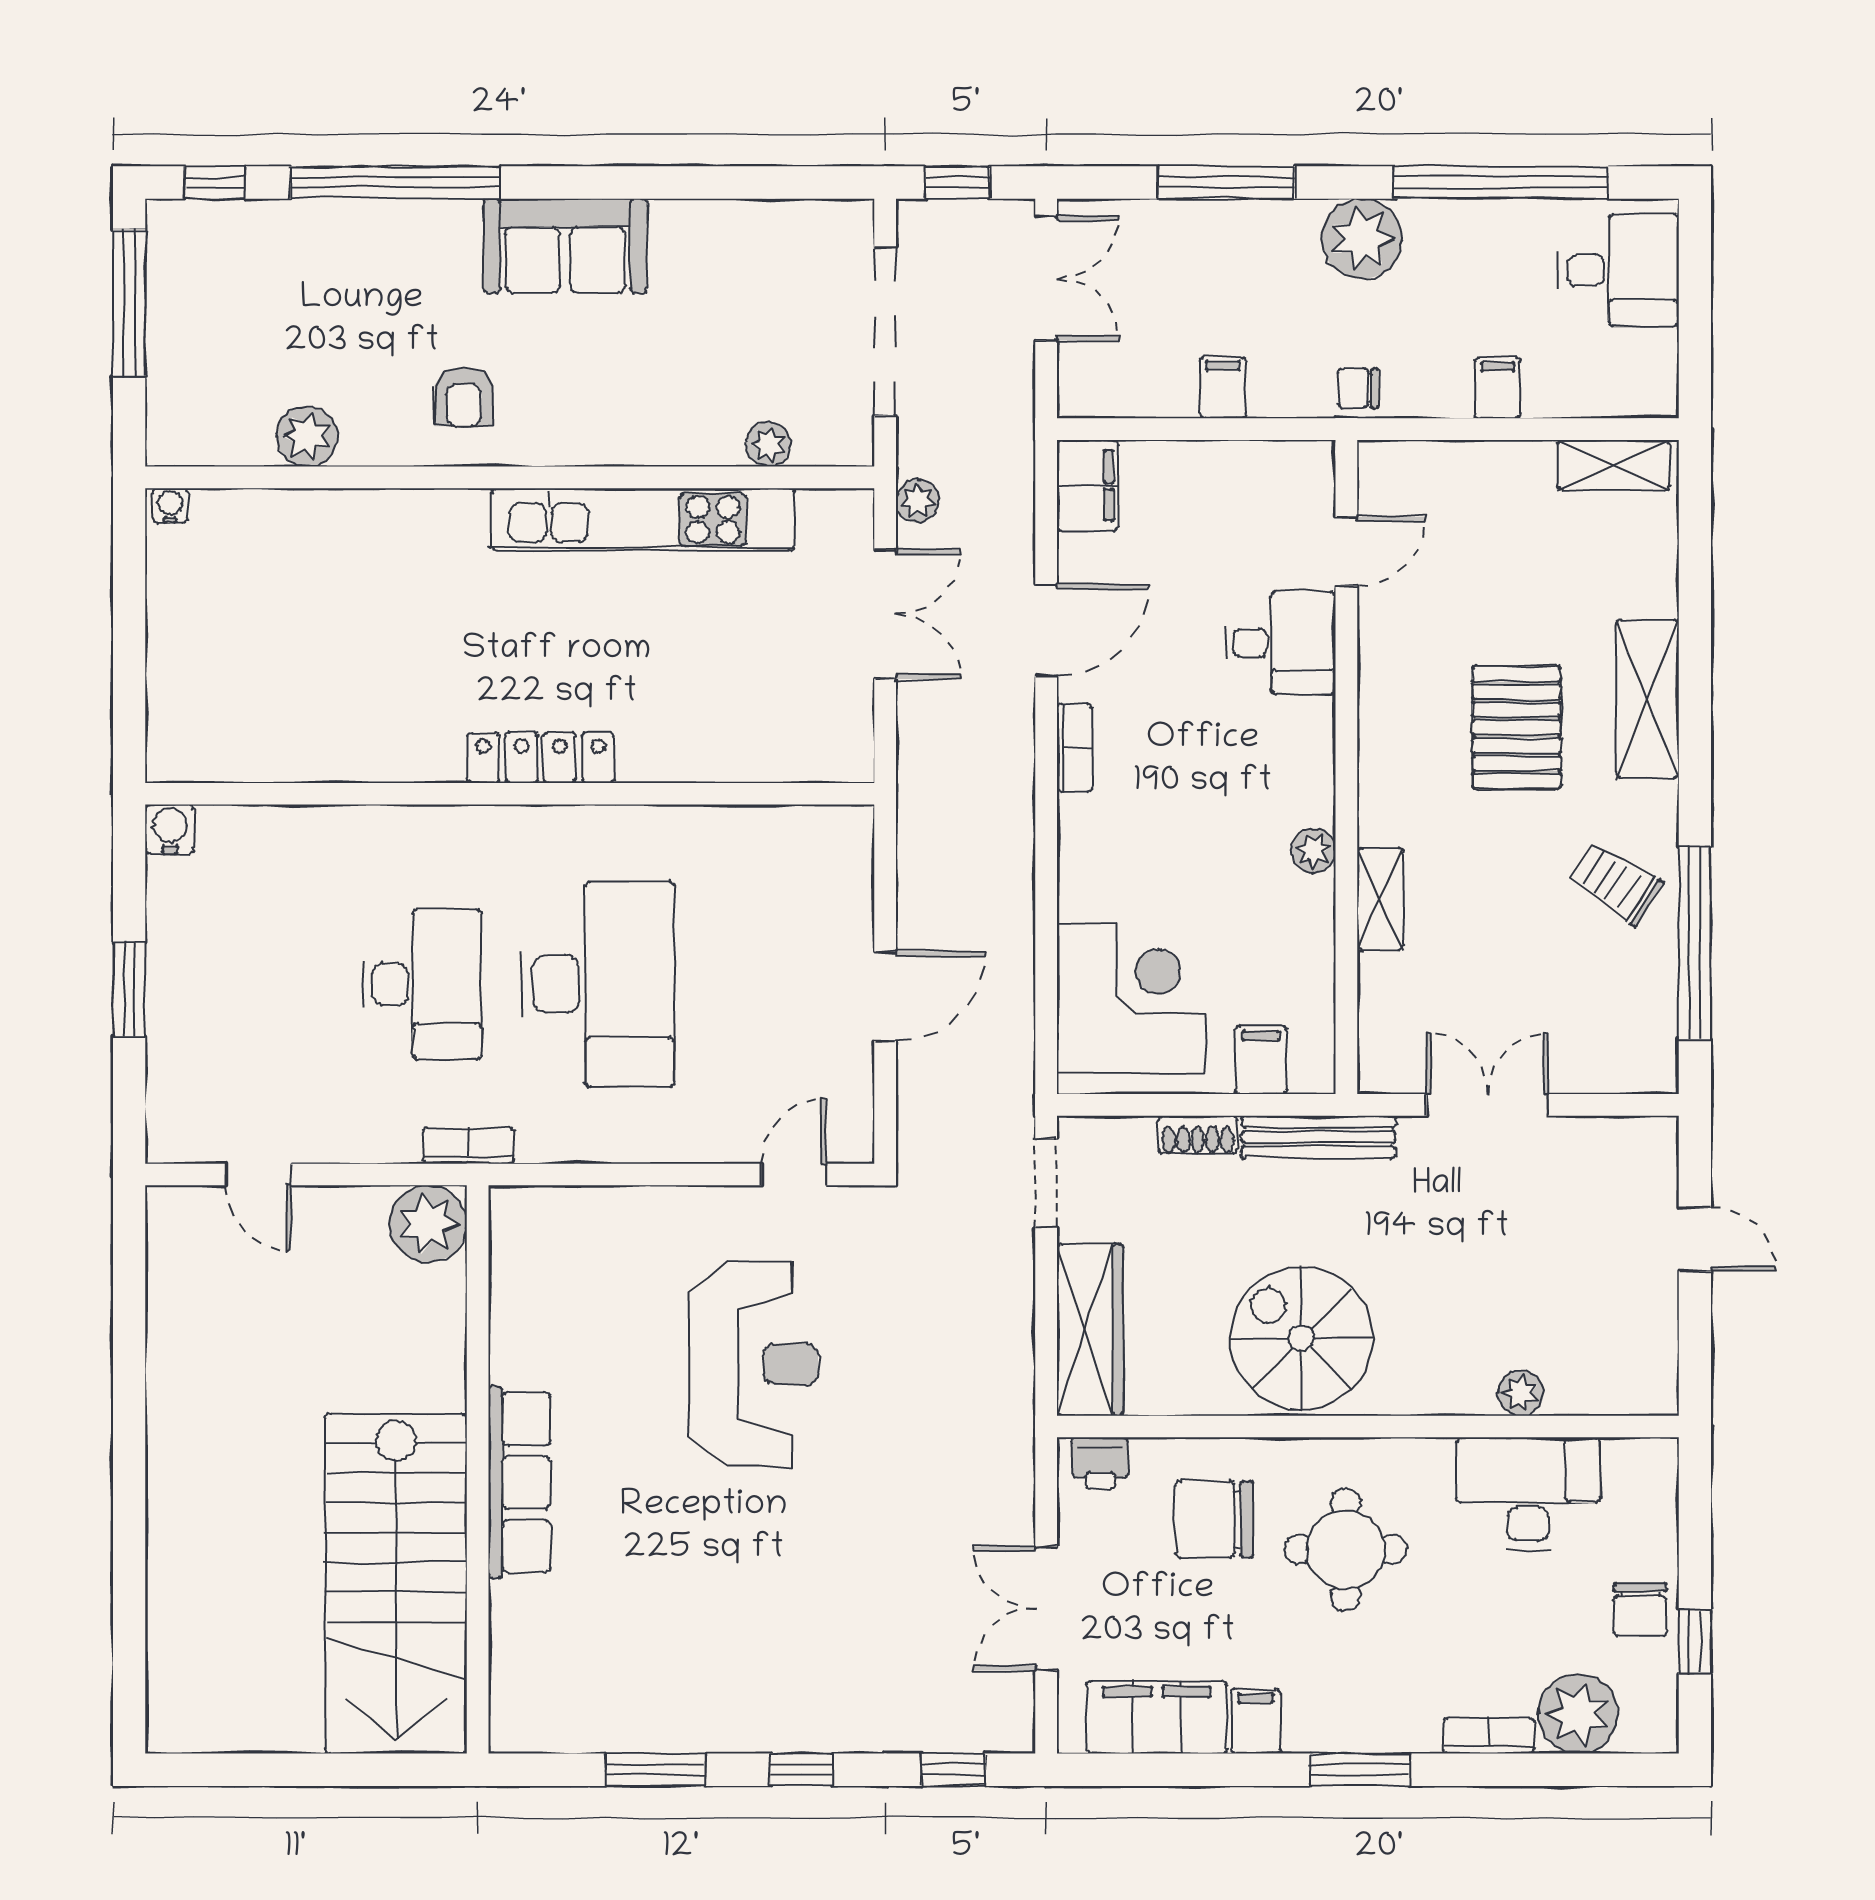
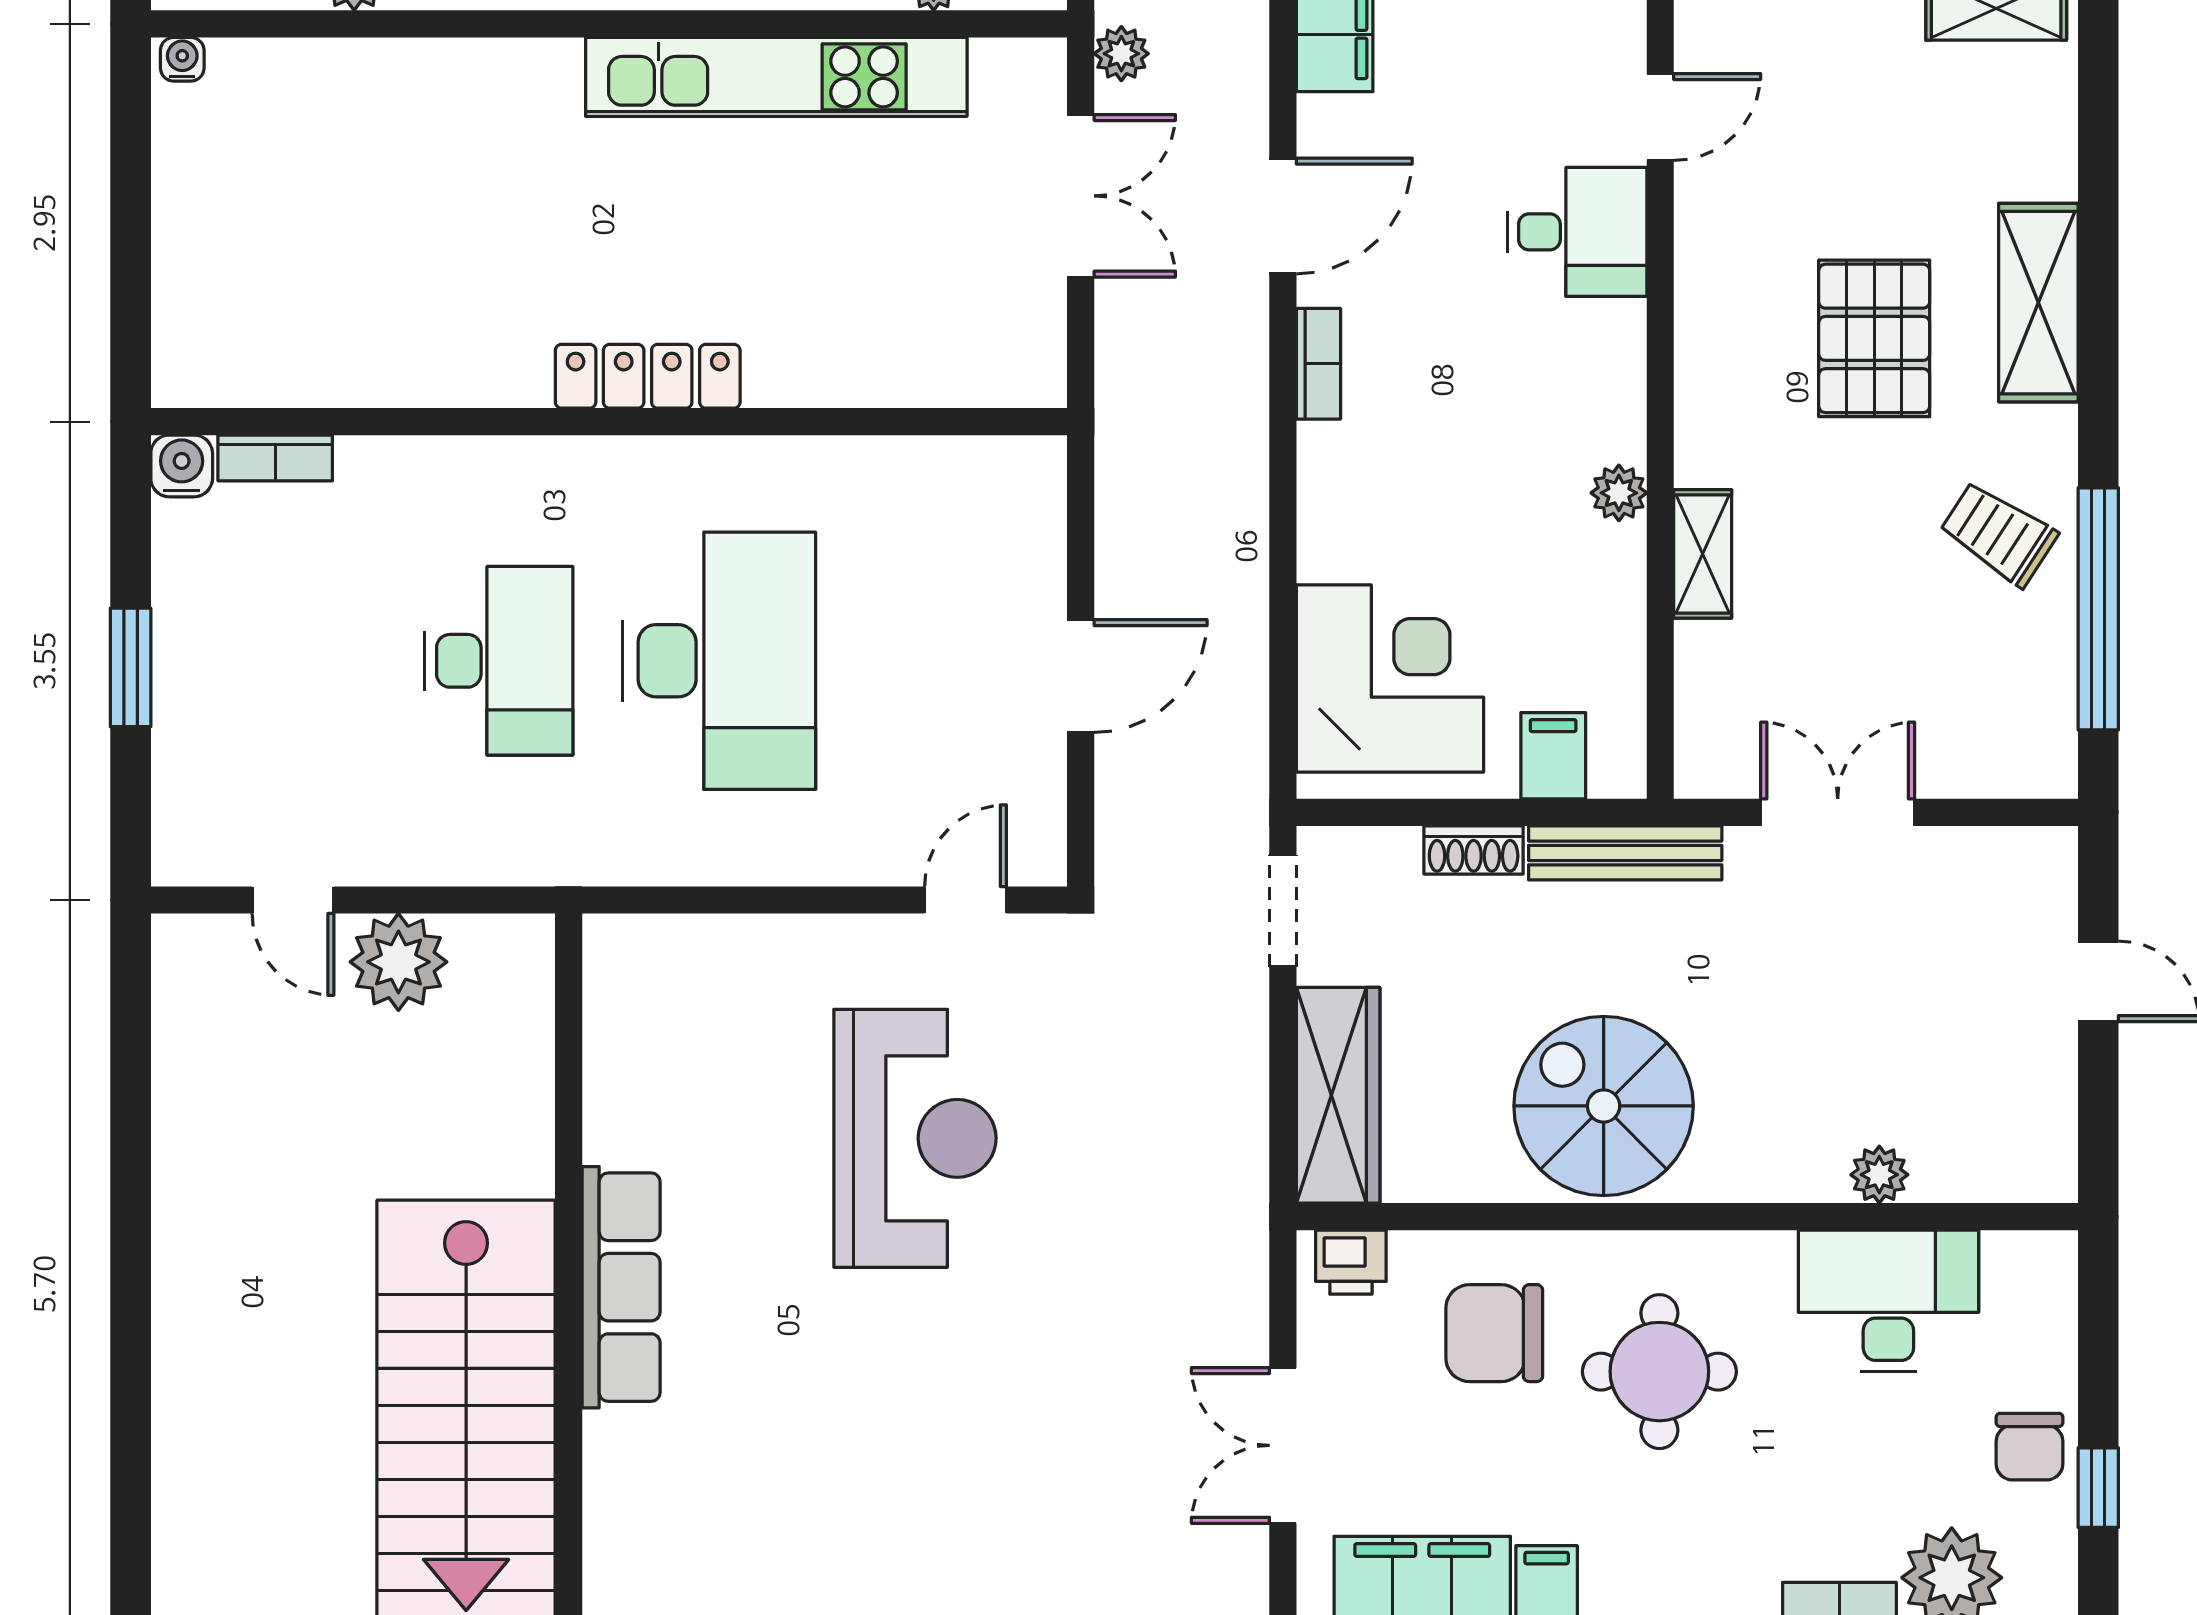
bookcase: (468, 1146) -> (275, 458), moved, turned 180
plant: (428, 1224) -> (398, 962), moved

